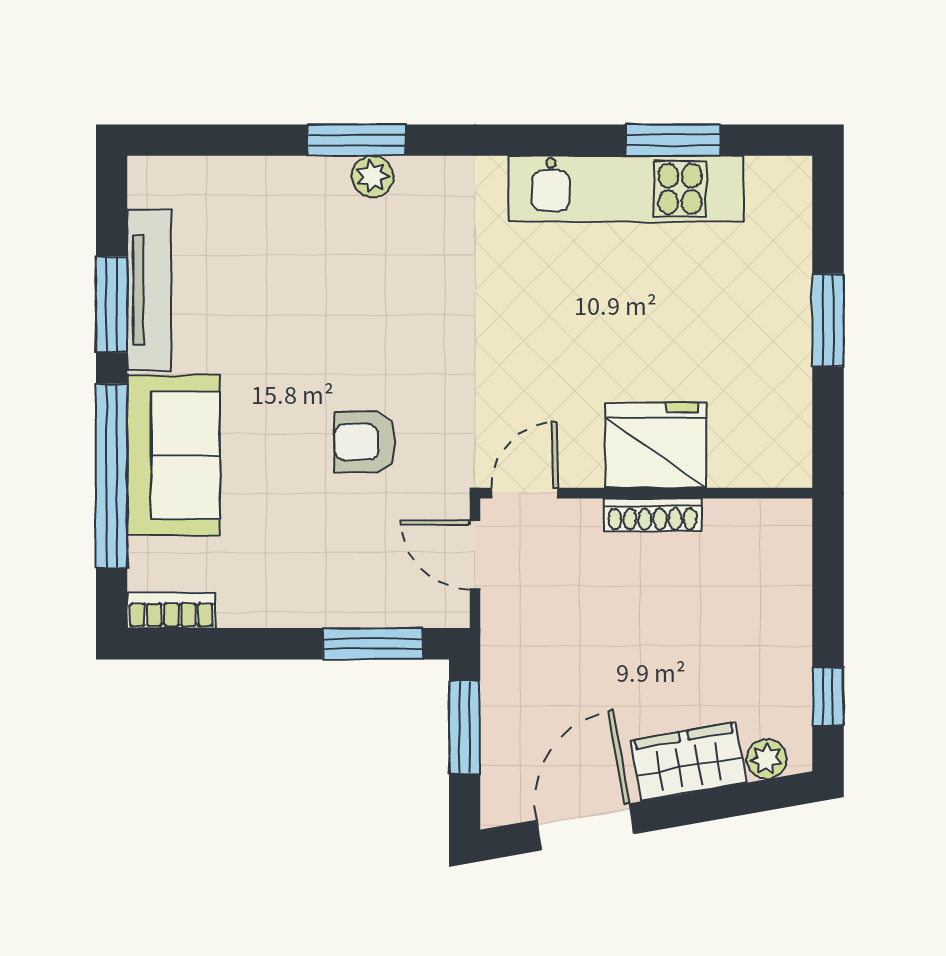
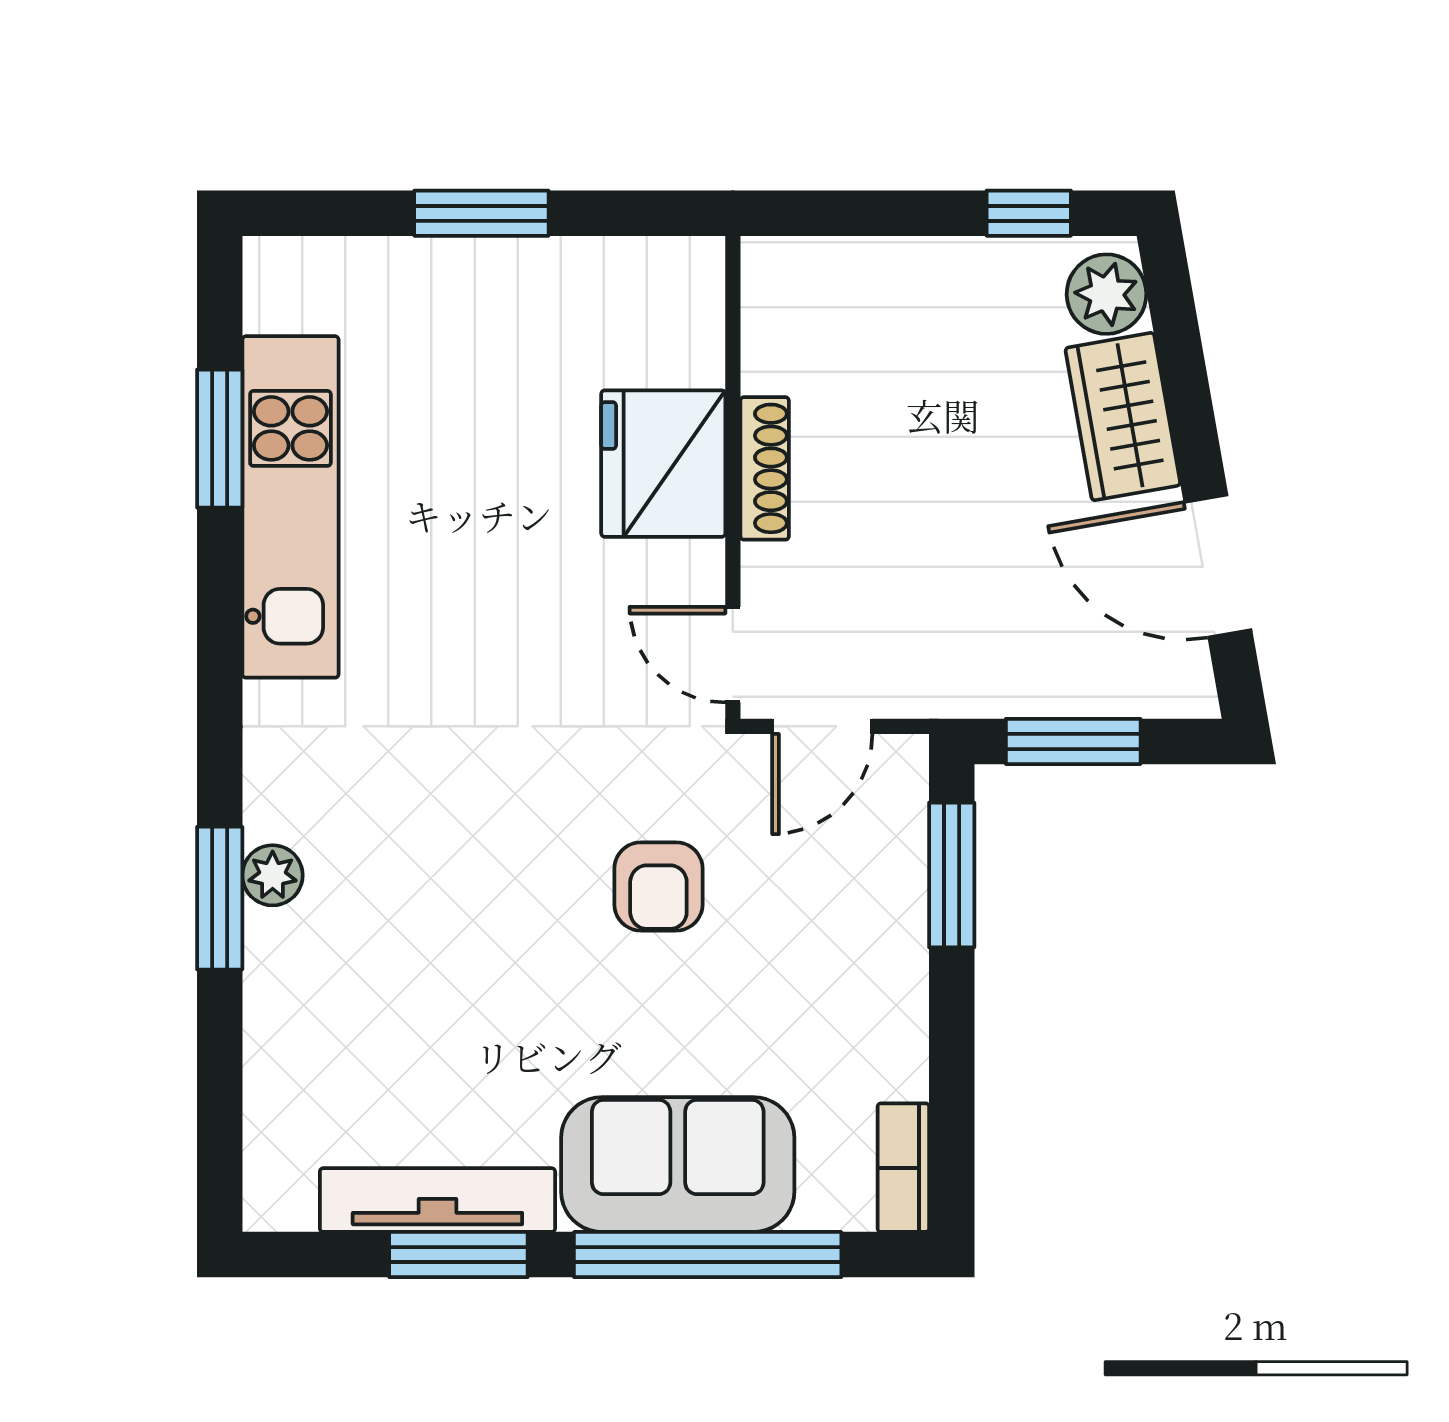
plant: (766, 759) -> (1107, 294), width x1.38, depth x1.38

